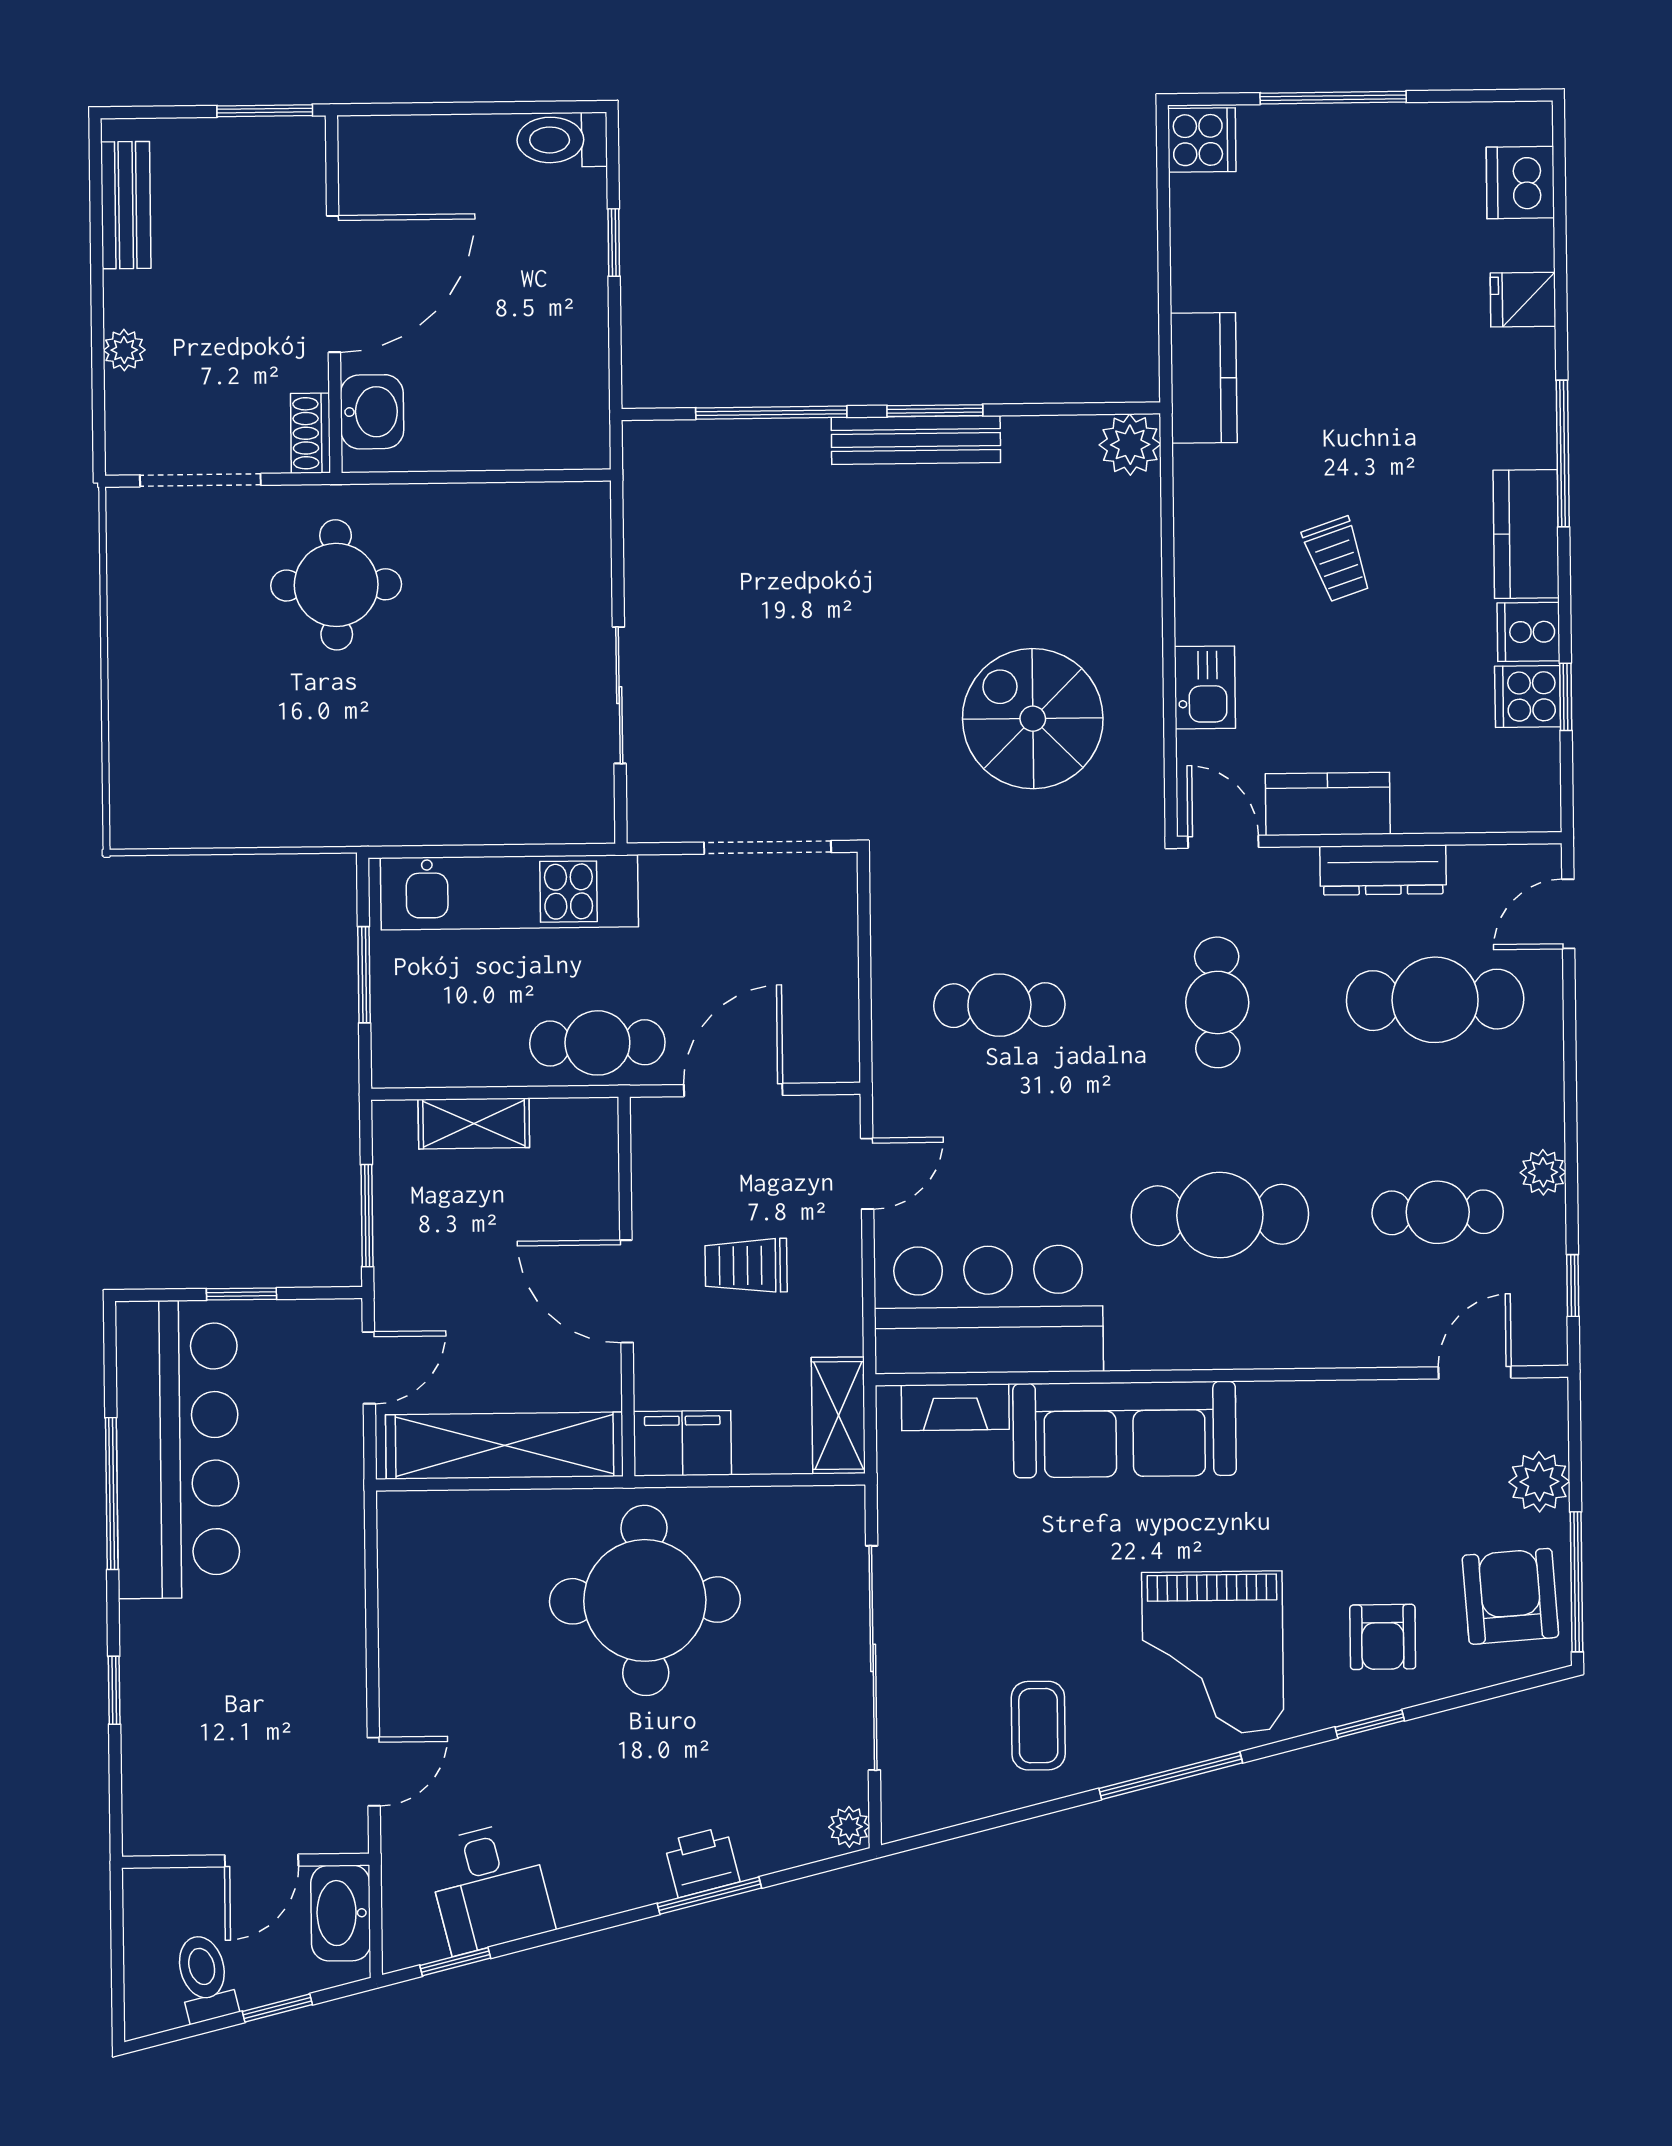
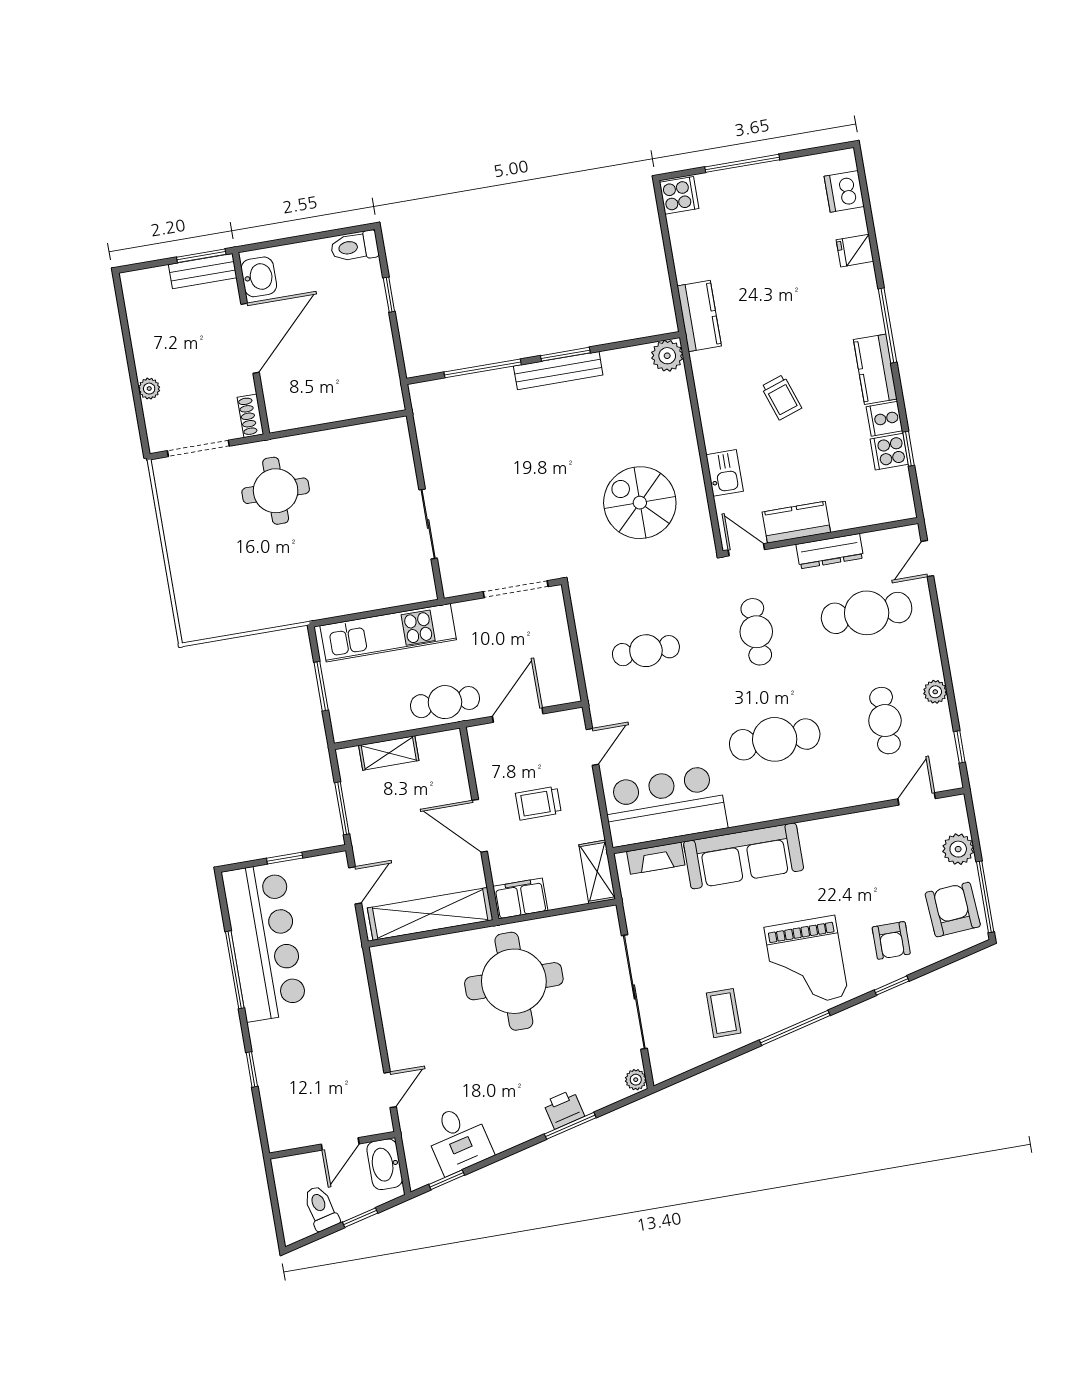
bench: (126, 205) -> (203, 271), moved, turned 90
washbasin: (372, 412) -> (259, 277), moved
cafe table: (1438, 1212) -> (885, 721), turned 90

